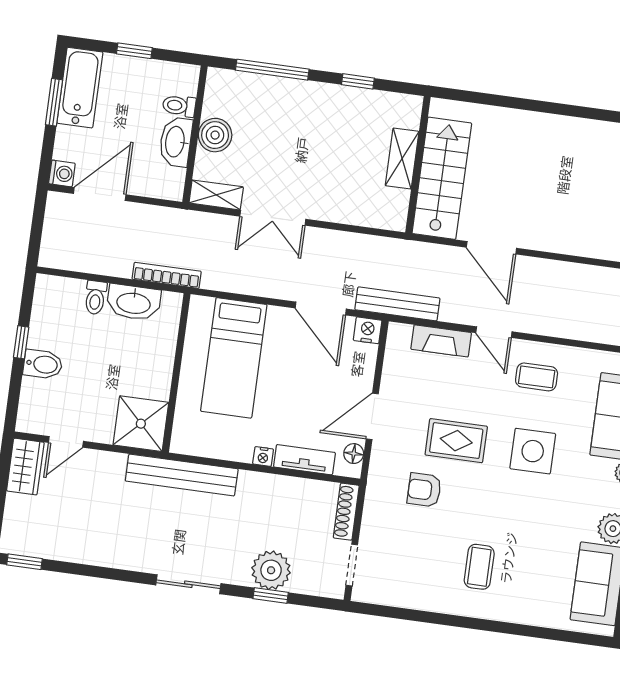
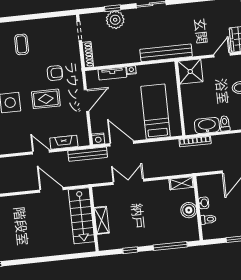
washbasin: (176, 142) -> (204, 203), width x0.52, depth x0.69
double door: (273, 218) -> (128, 182), moved
coffee table: (537, 377) -> (17, 137), removed
floor lamp: (354, 454) -> (91, 82), removed

